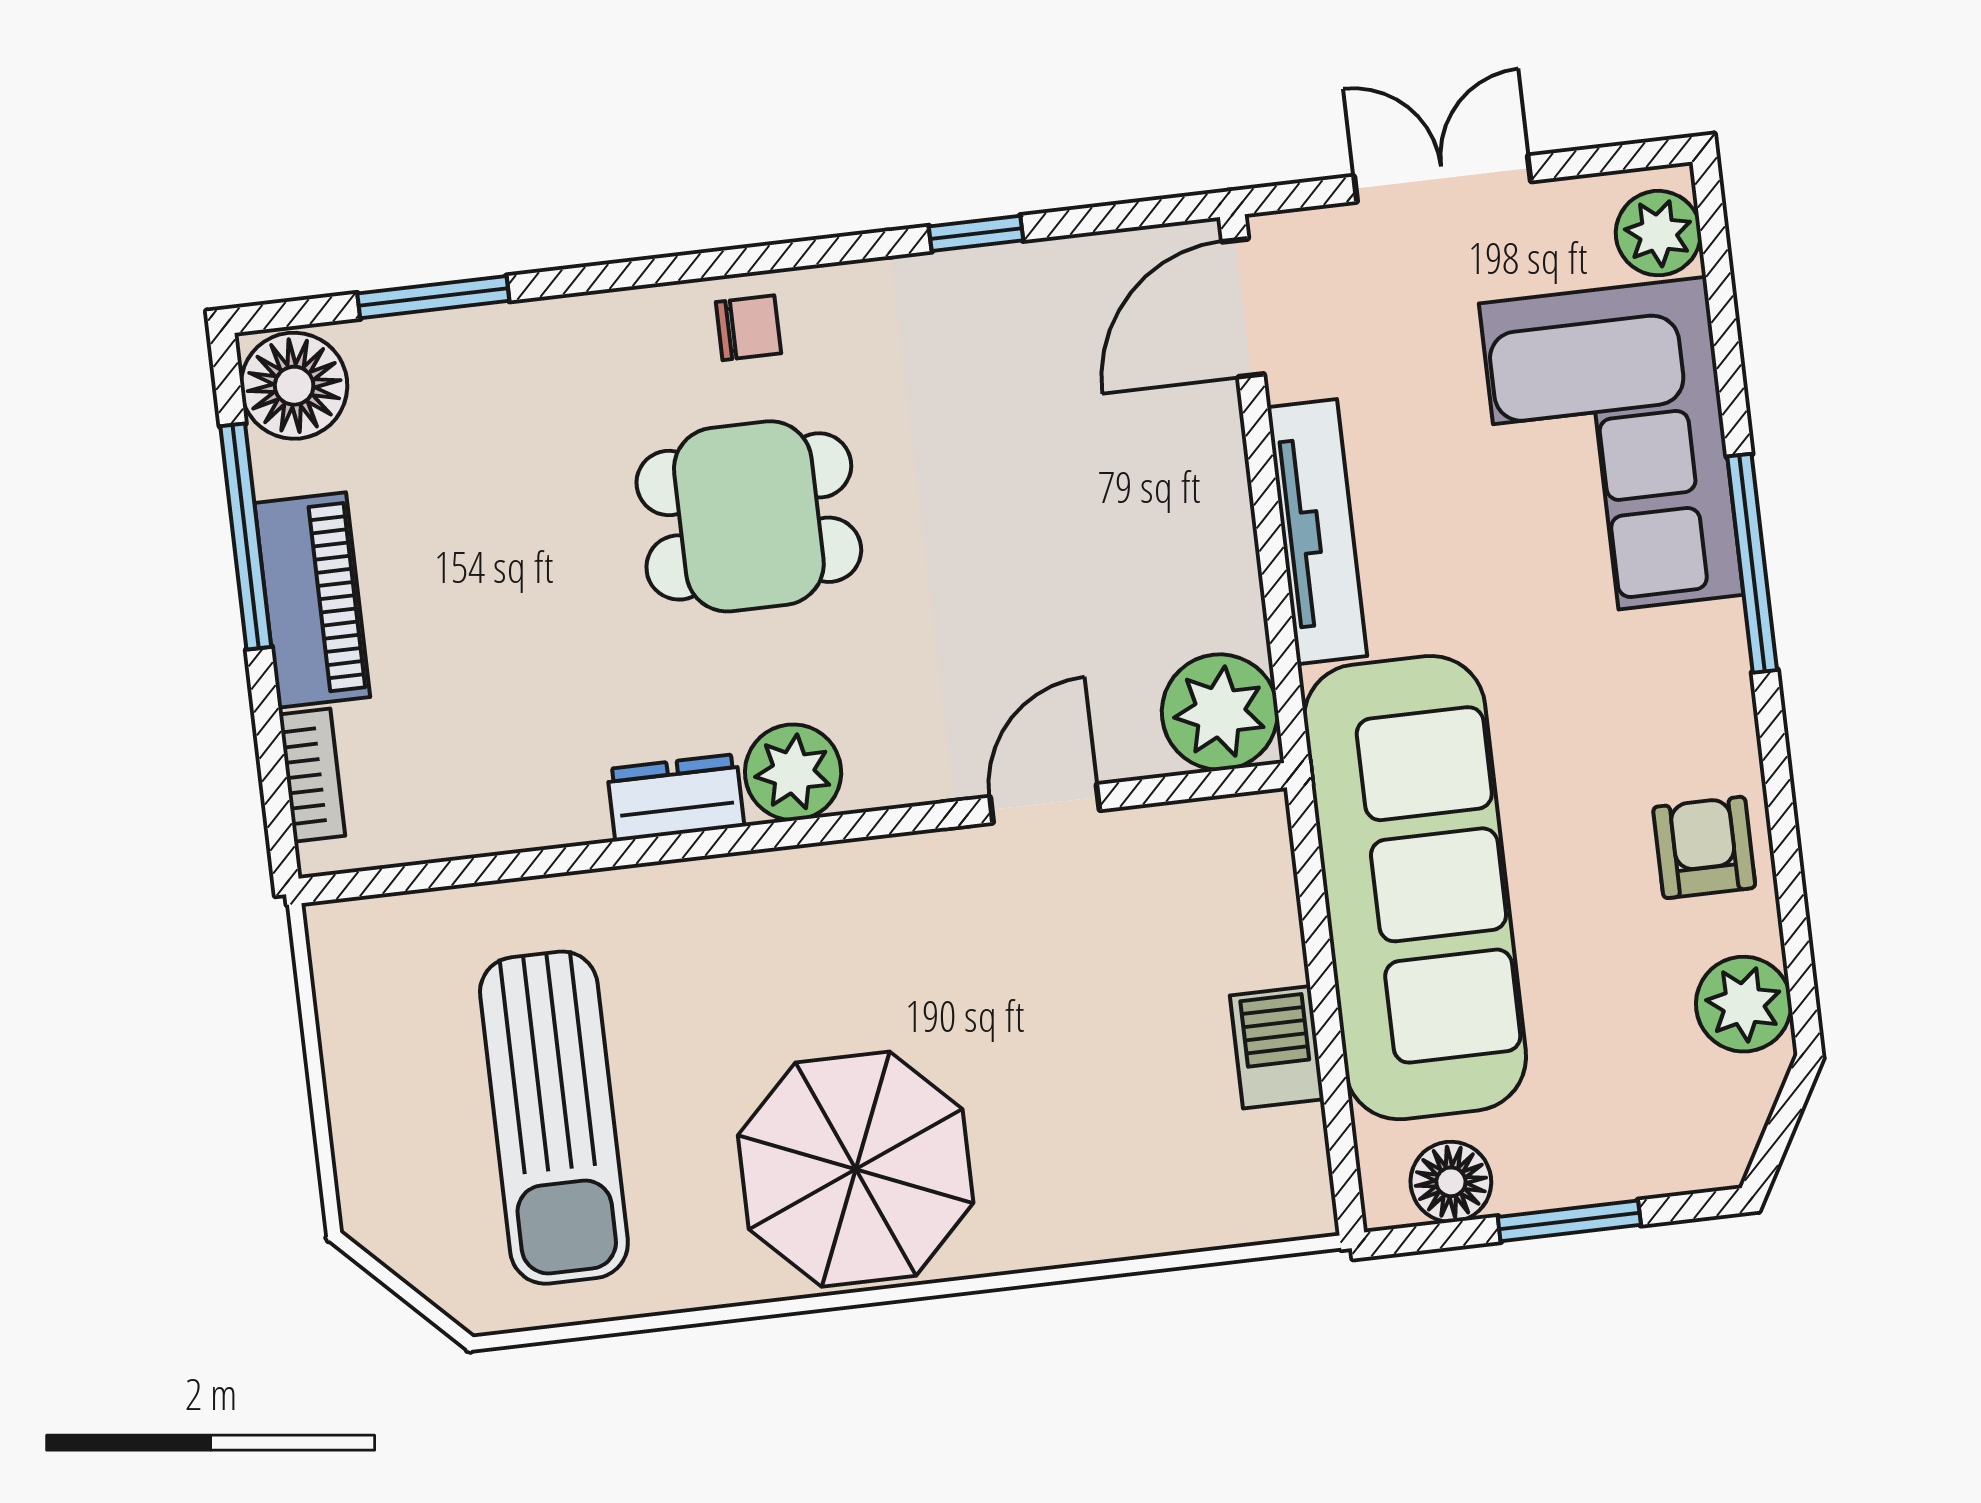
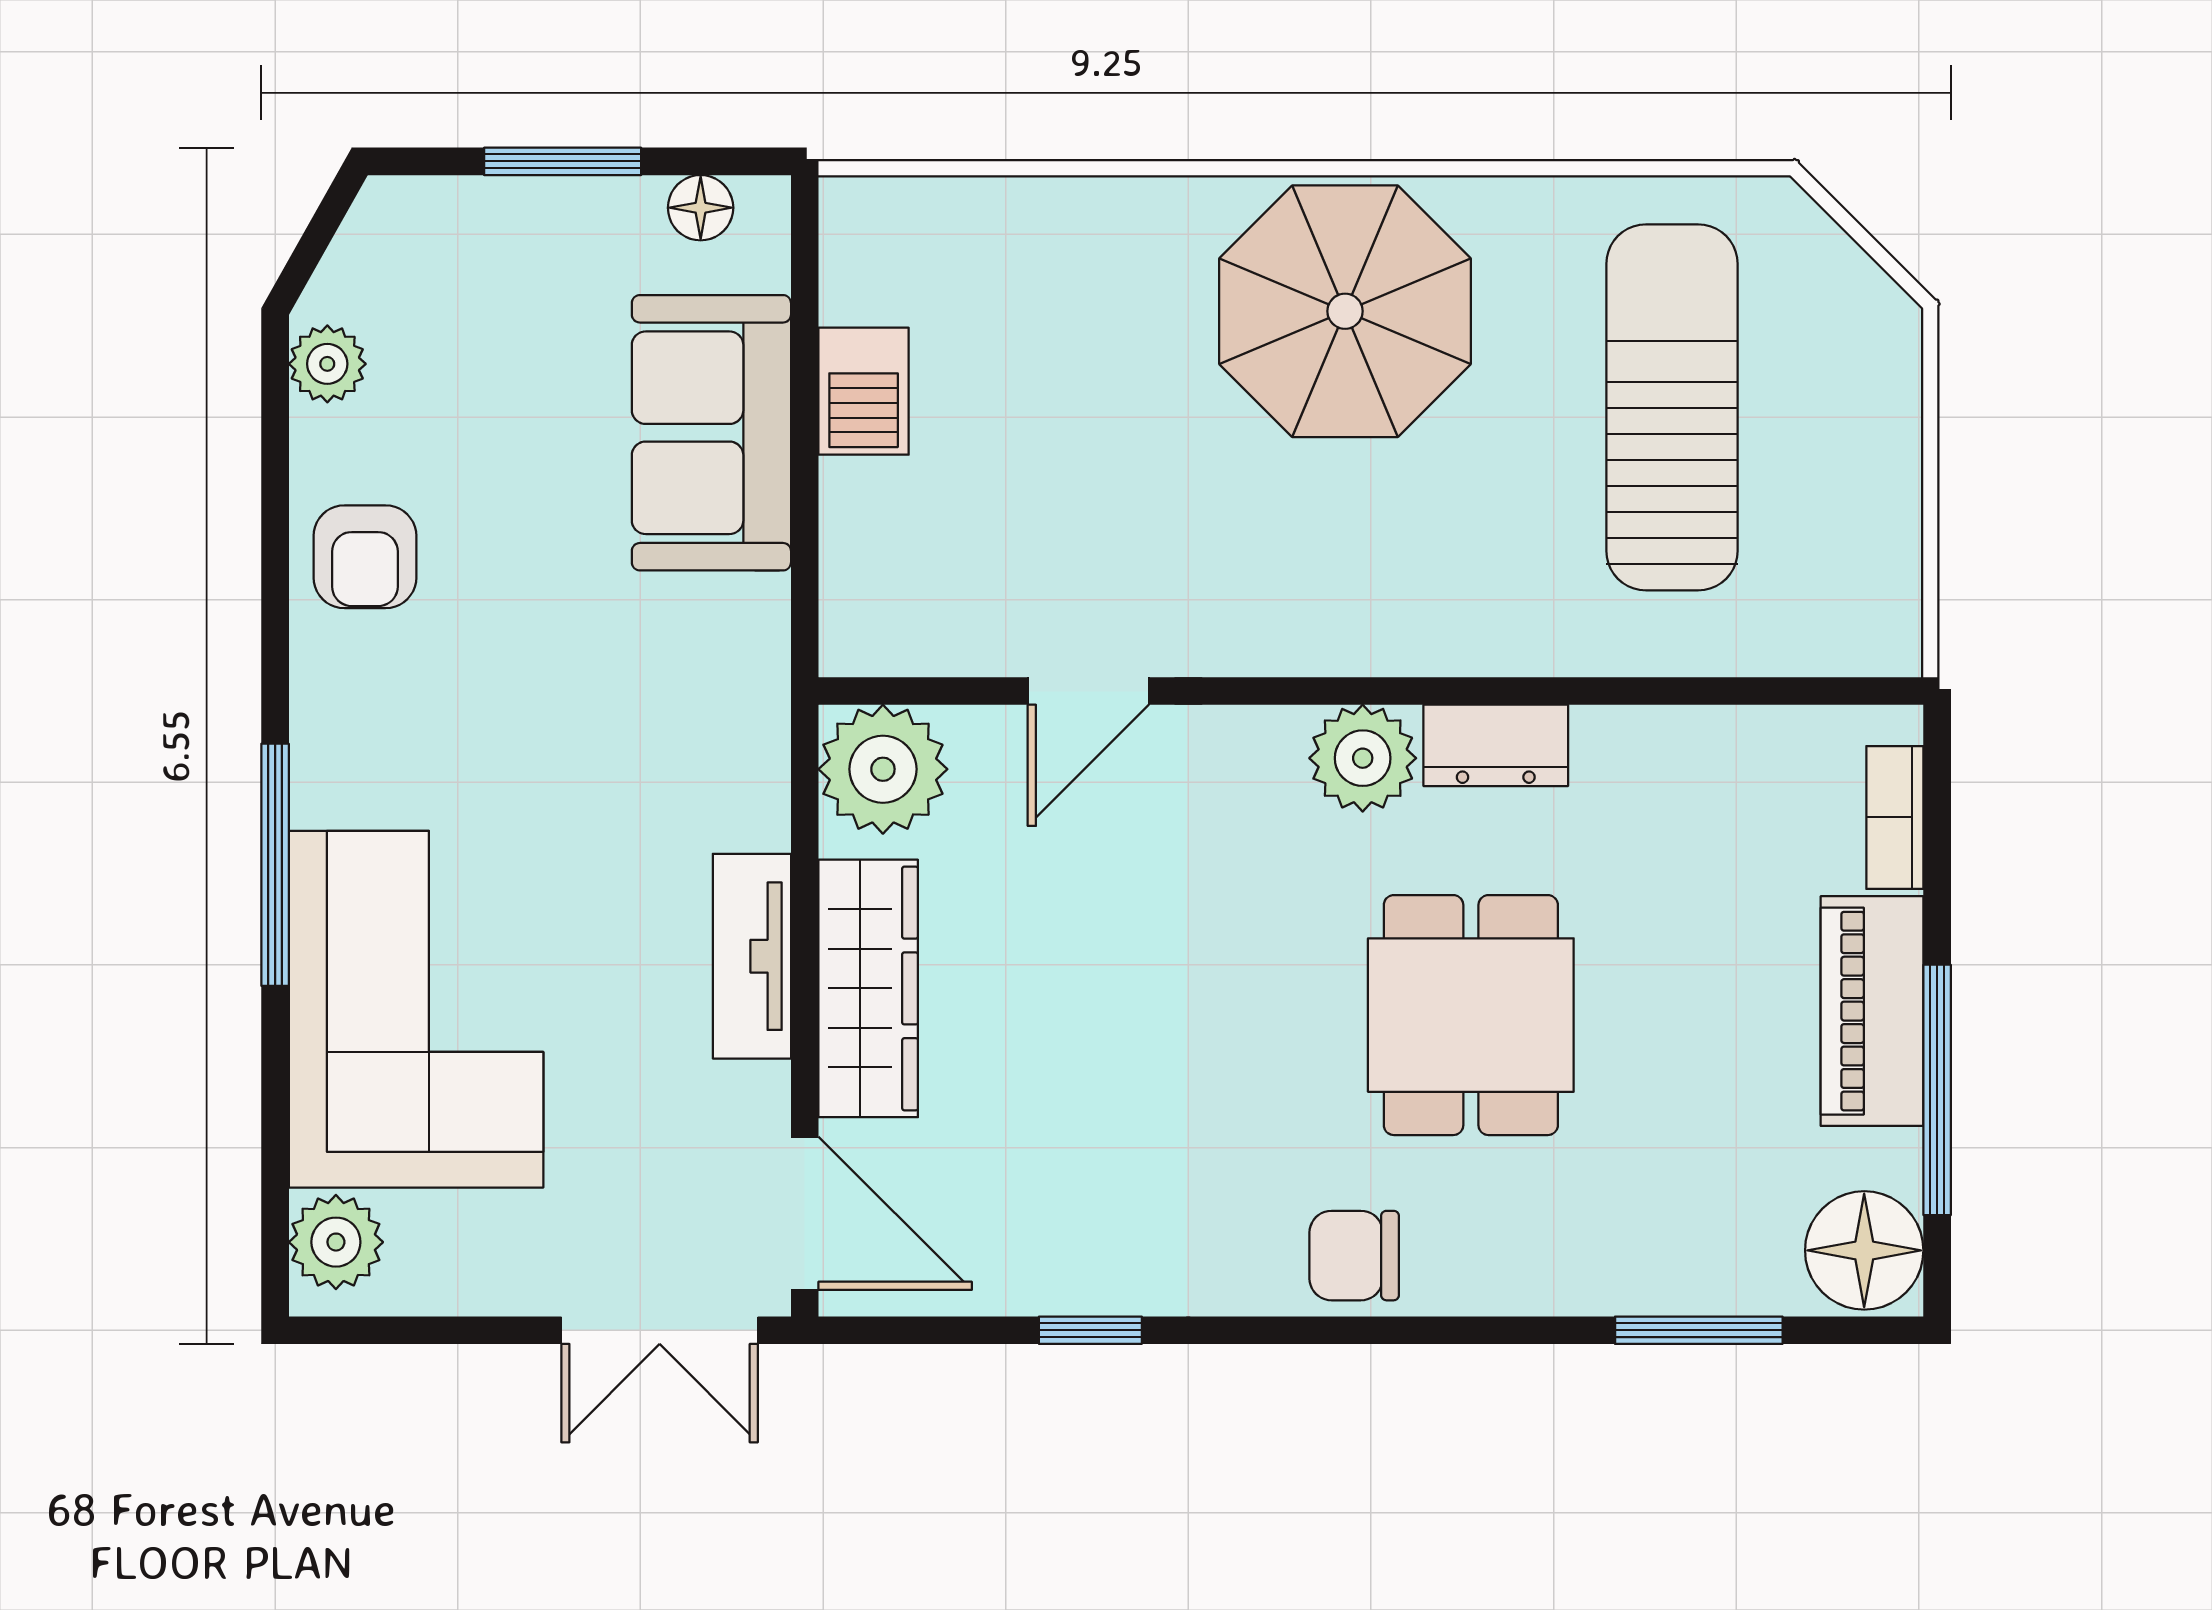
double door: (1442, 179) -> (660, 1330), moved
door: (1243, 308) -> (805, 1213), hinge flipped
chair: (748, 328) -> (1354, 1256), width x1.37, depth x1.37
wardrobe: (1210, 515) -> (868, 988), added
dining table: (749, 516) -> (1471, 1015), moved, turned 90
tv unit: (1317, 532) -> (752, 956), width x0.71
sofa: (1415, 888) -> (711, 433), width x0.54, depth x0.79
plant: (1744, 1004) -> (327, 364), width x0.73, depth x0.73
floor lamp: (1451, 1182) -> (701, 208), width x0.73, depth x0.73

